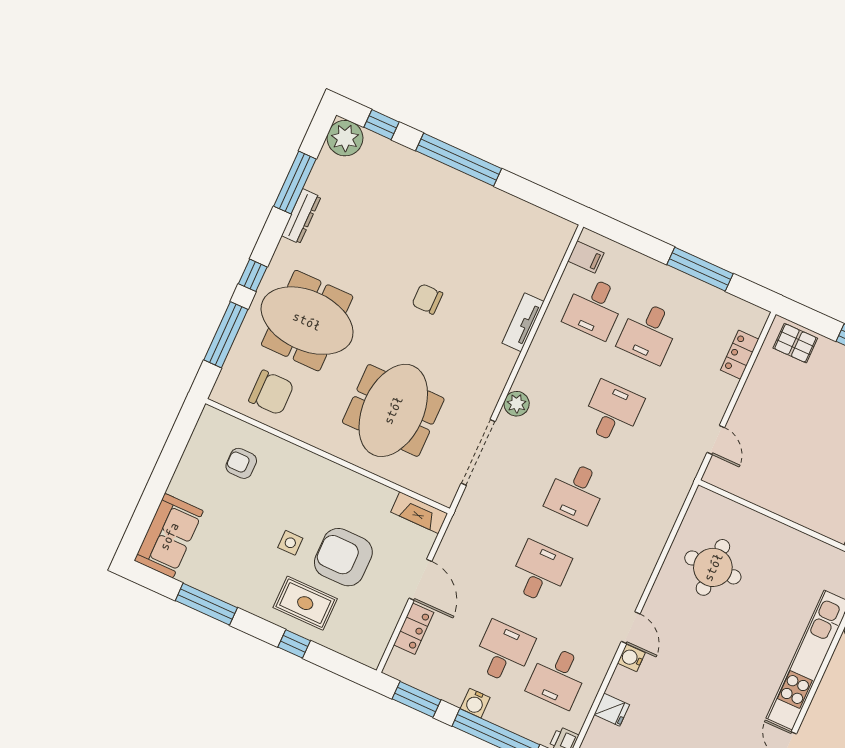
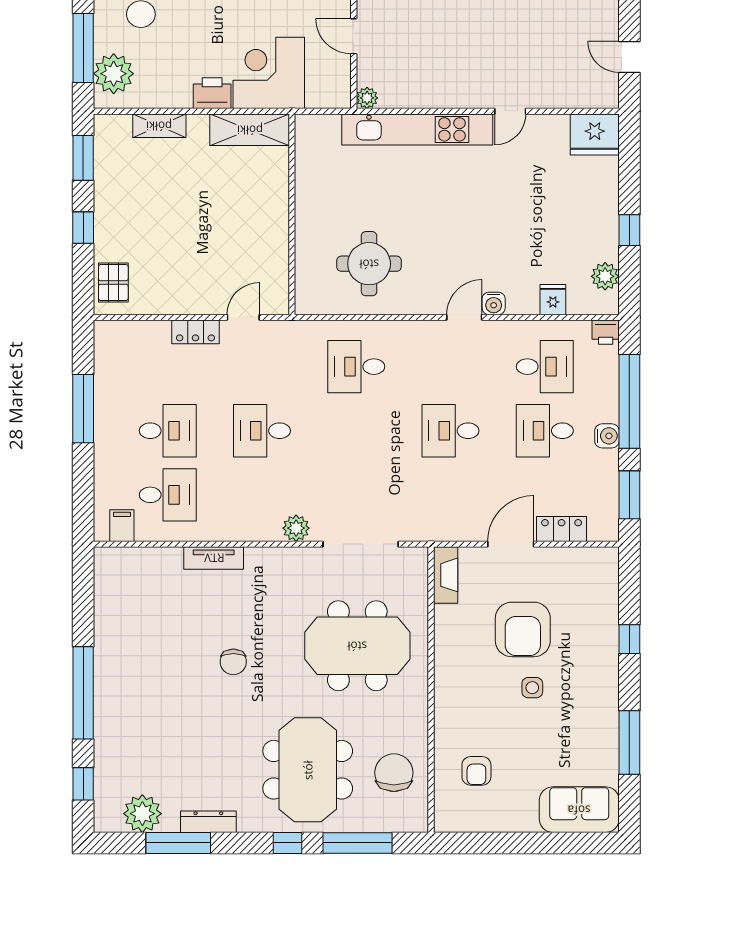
plant: (345, 138) -> (142, 814), moved
locker: (740, 355) -> (195, 332), moved
desk: (576, 492) -> (356, 367), moved, turned 180
rug: (305, 603) -> (585, 646), removed

